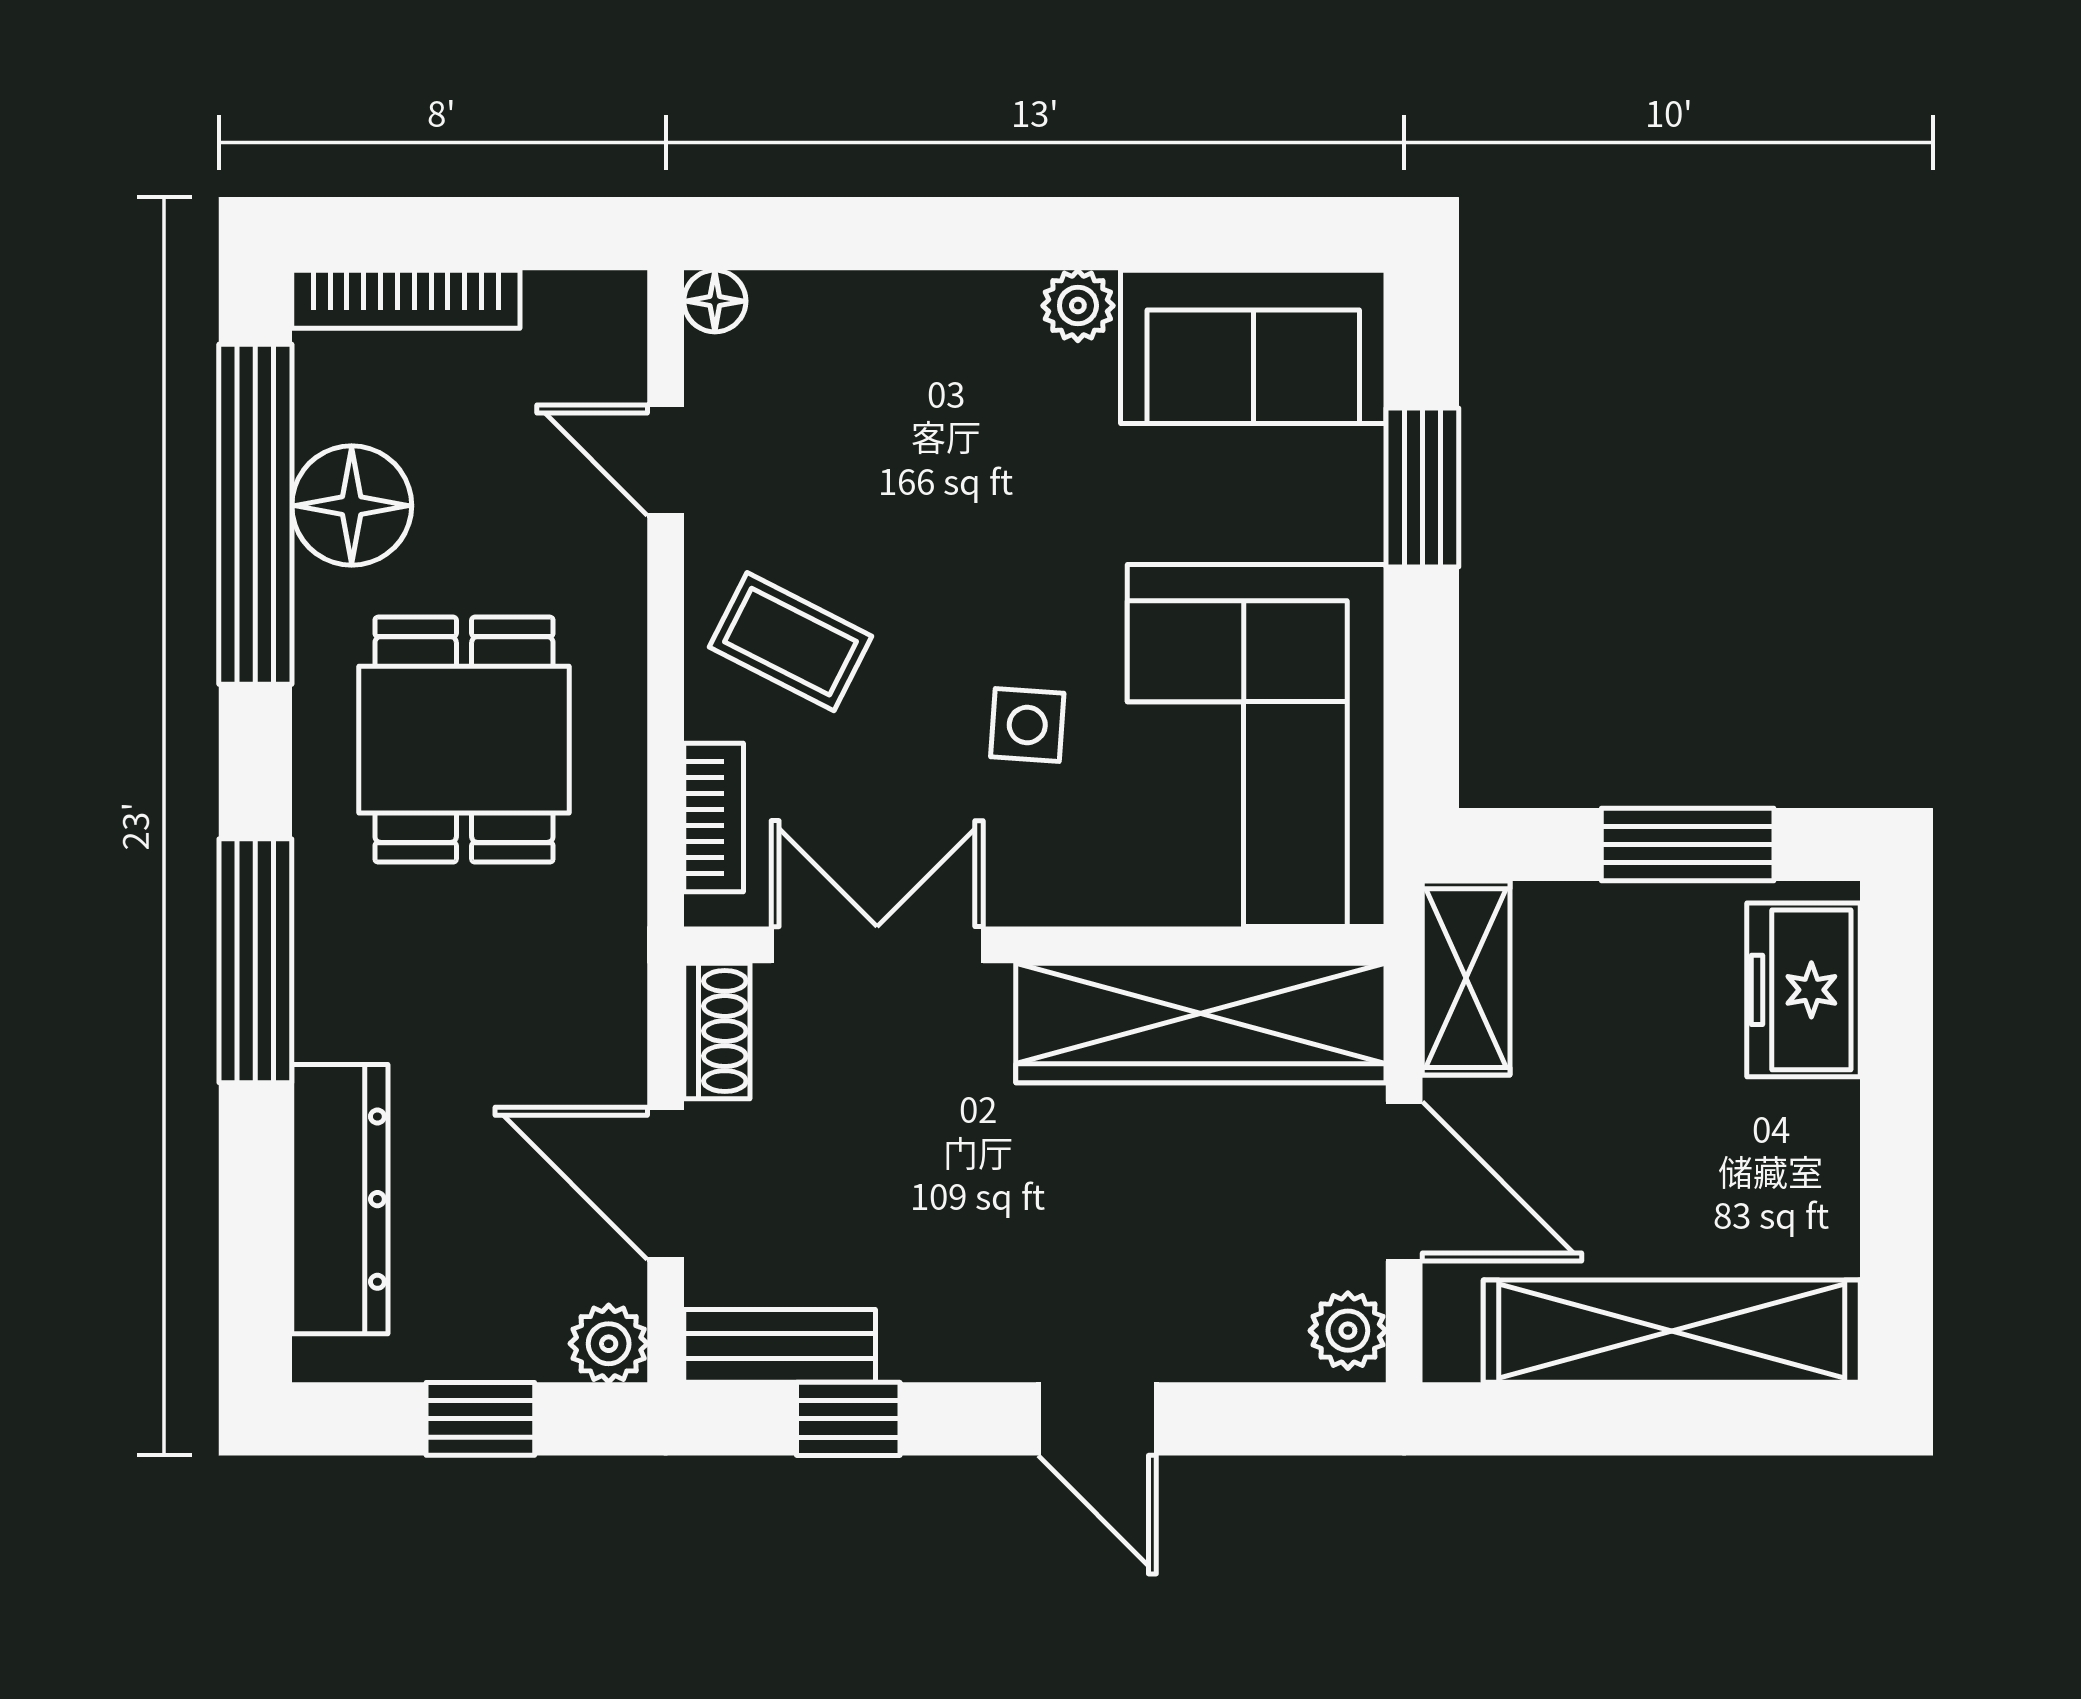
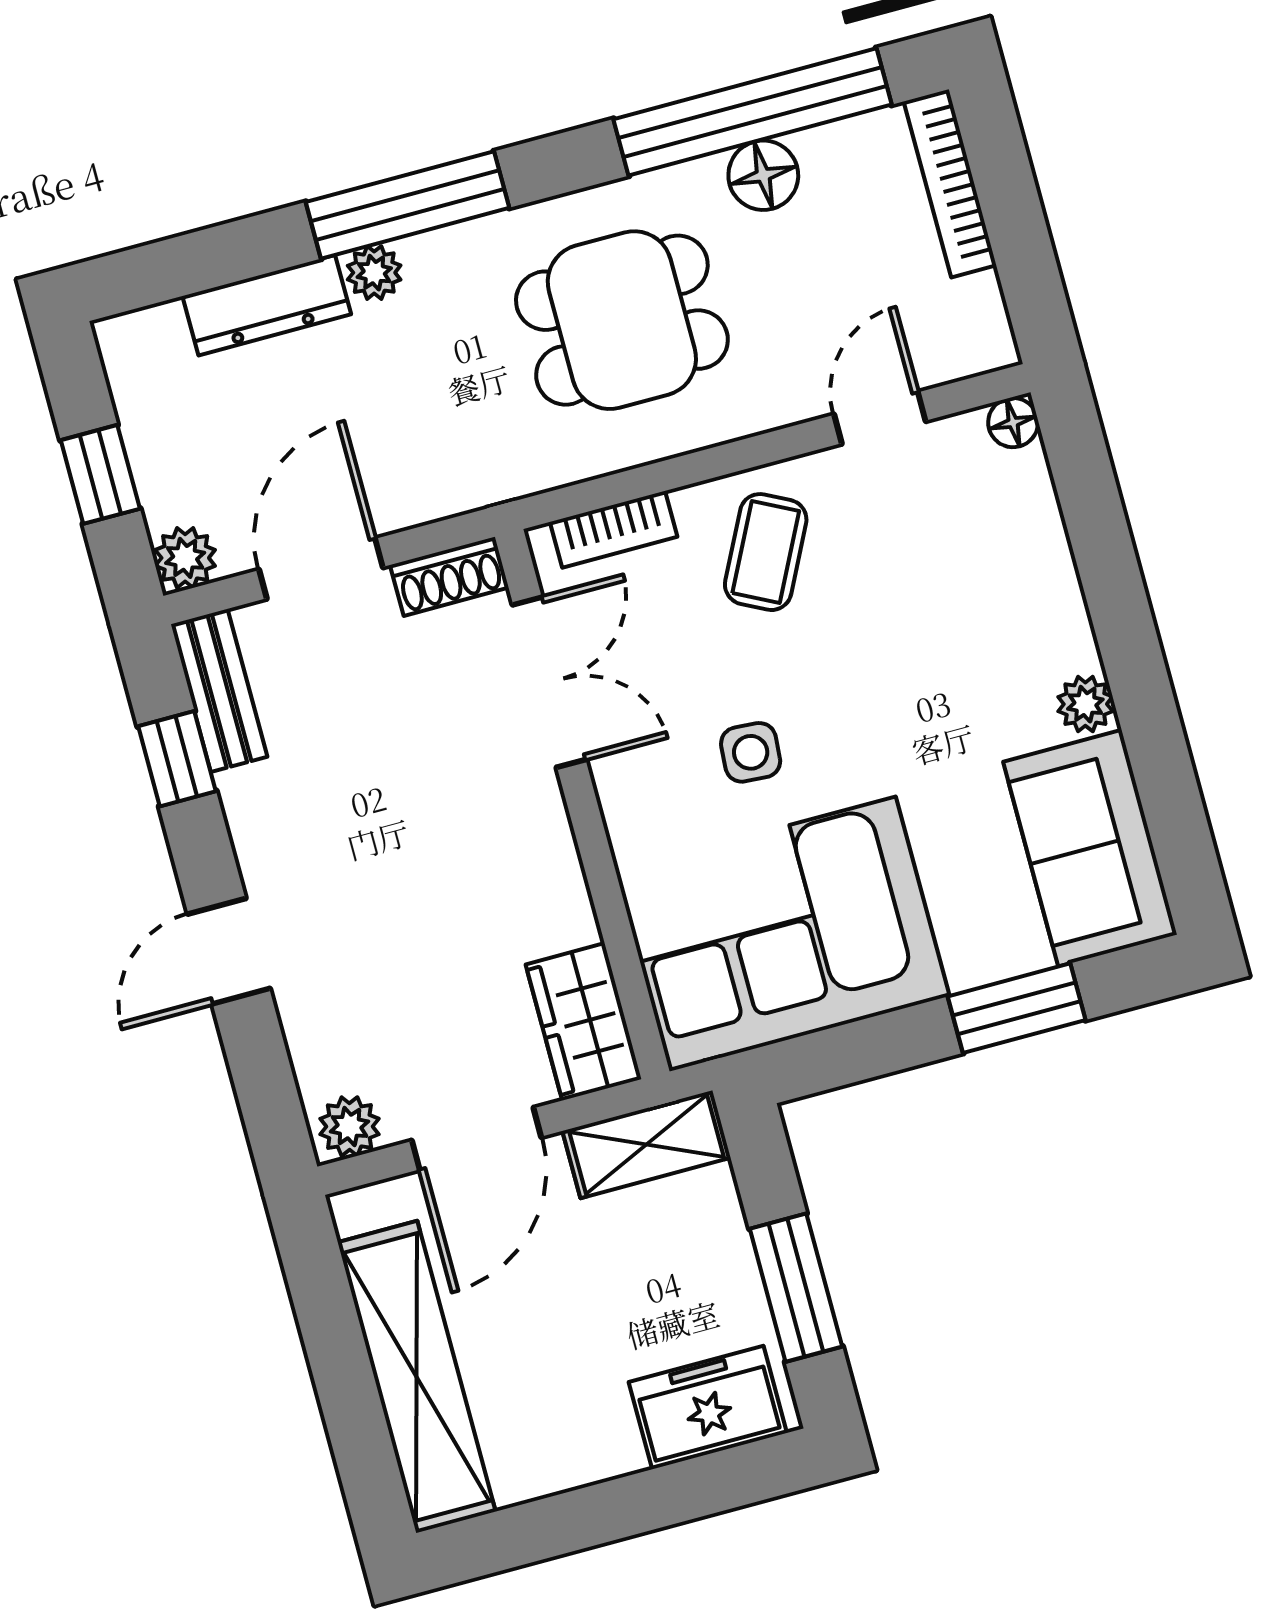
floor lamp: (352, 506) -> (763, 175), width x0.73, depth x0.73
plant: (326, 1023) -> (374, 273), added
wardrobe: (1201, 1023) -> (584, 1022), width x0.48, depth x0.85
dresser: (340, 1199) -> (267, 305), width x0.73, depth x0.80

